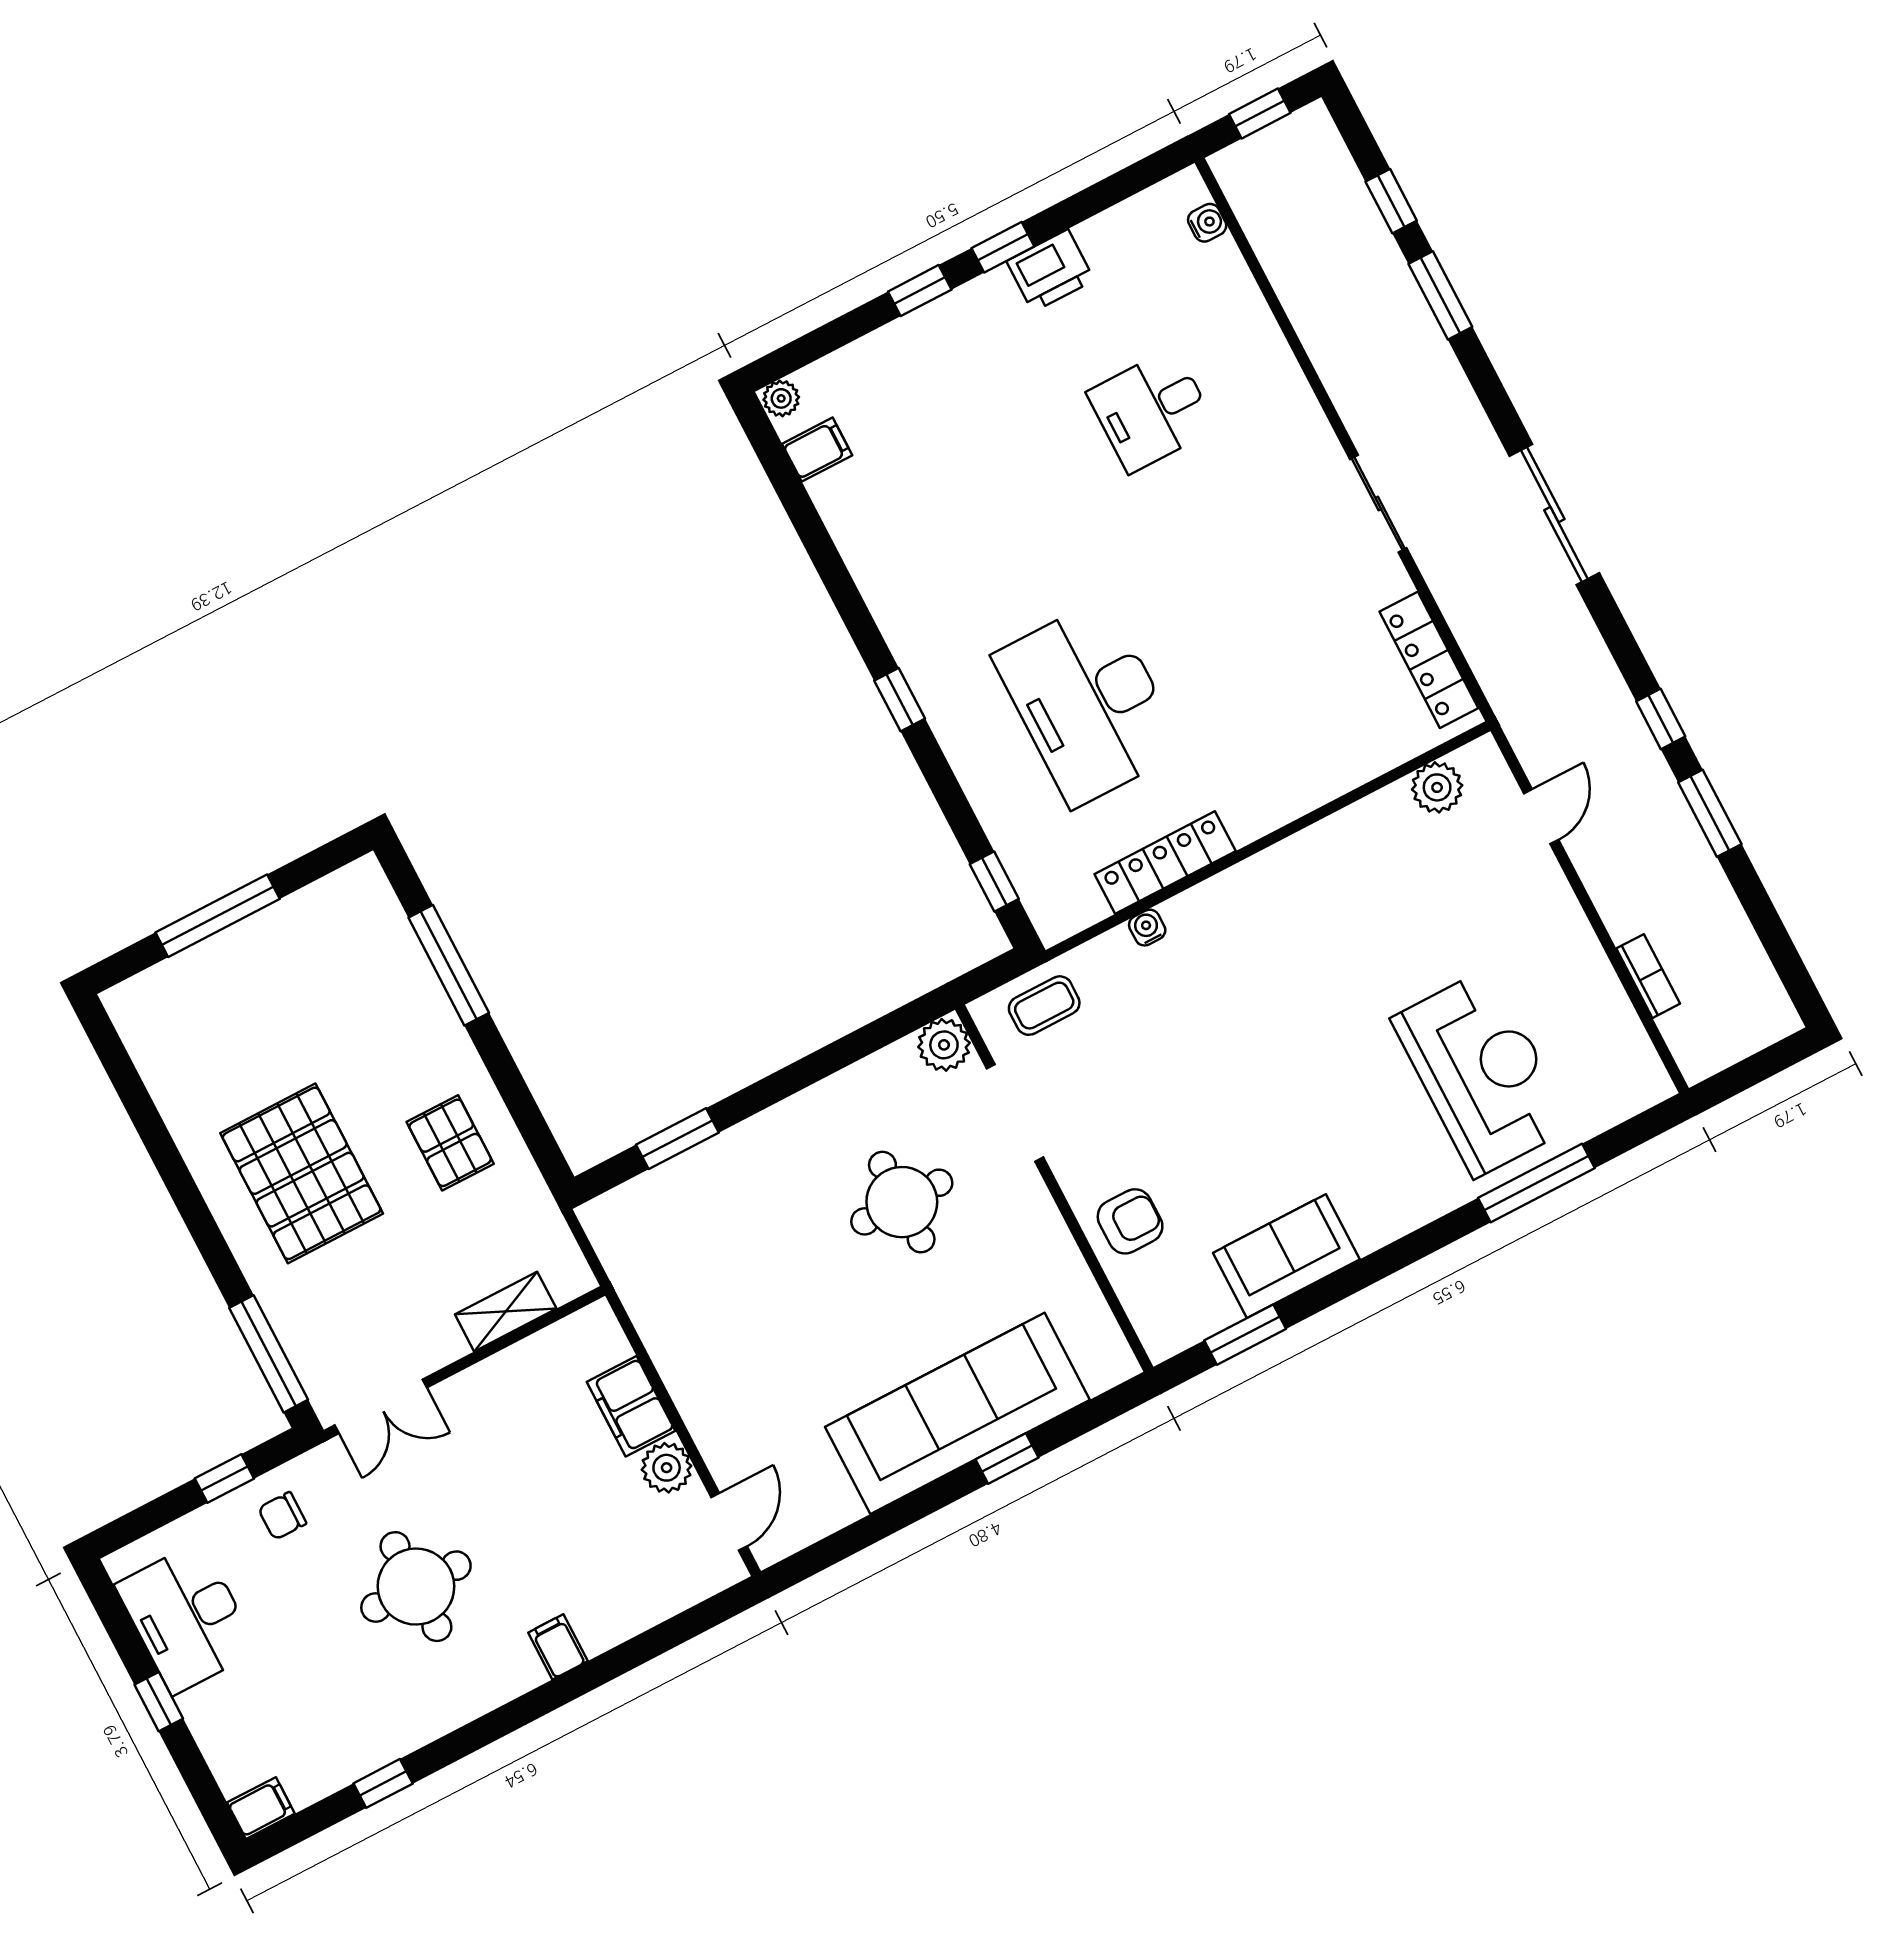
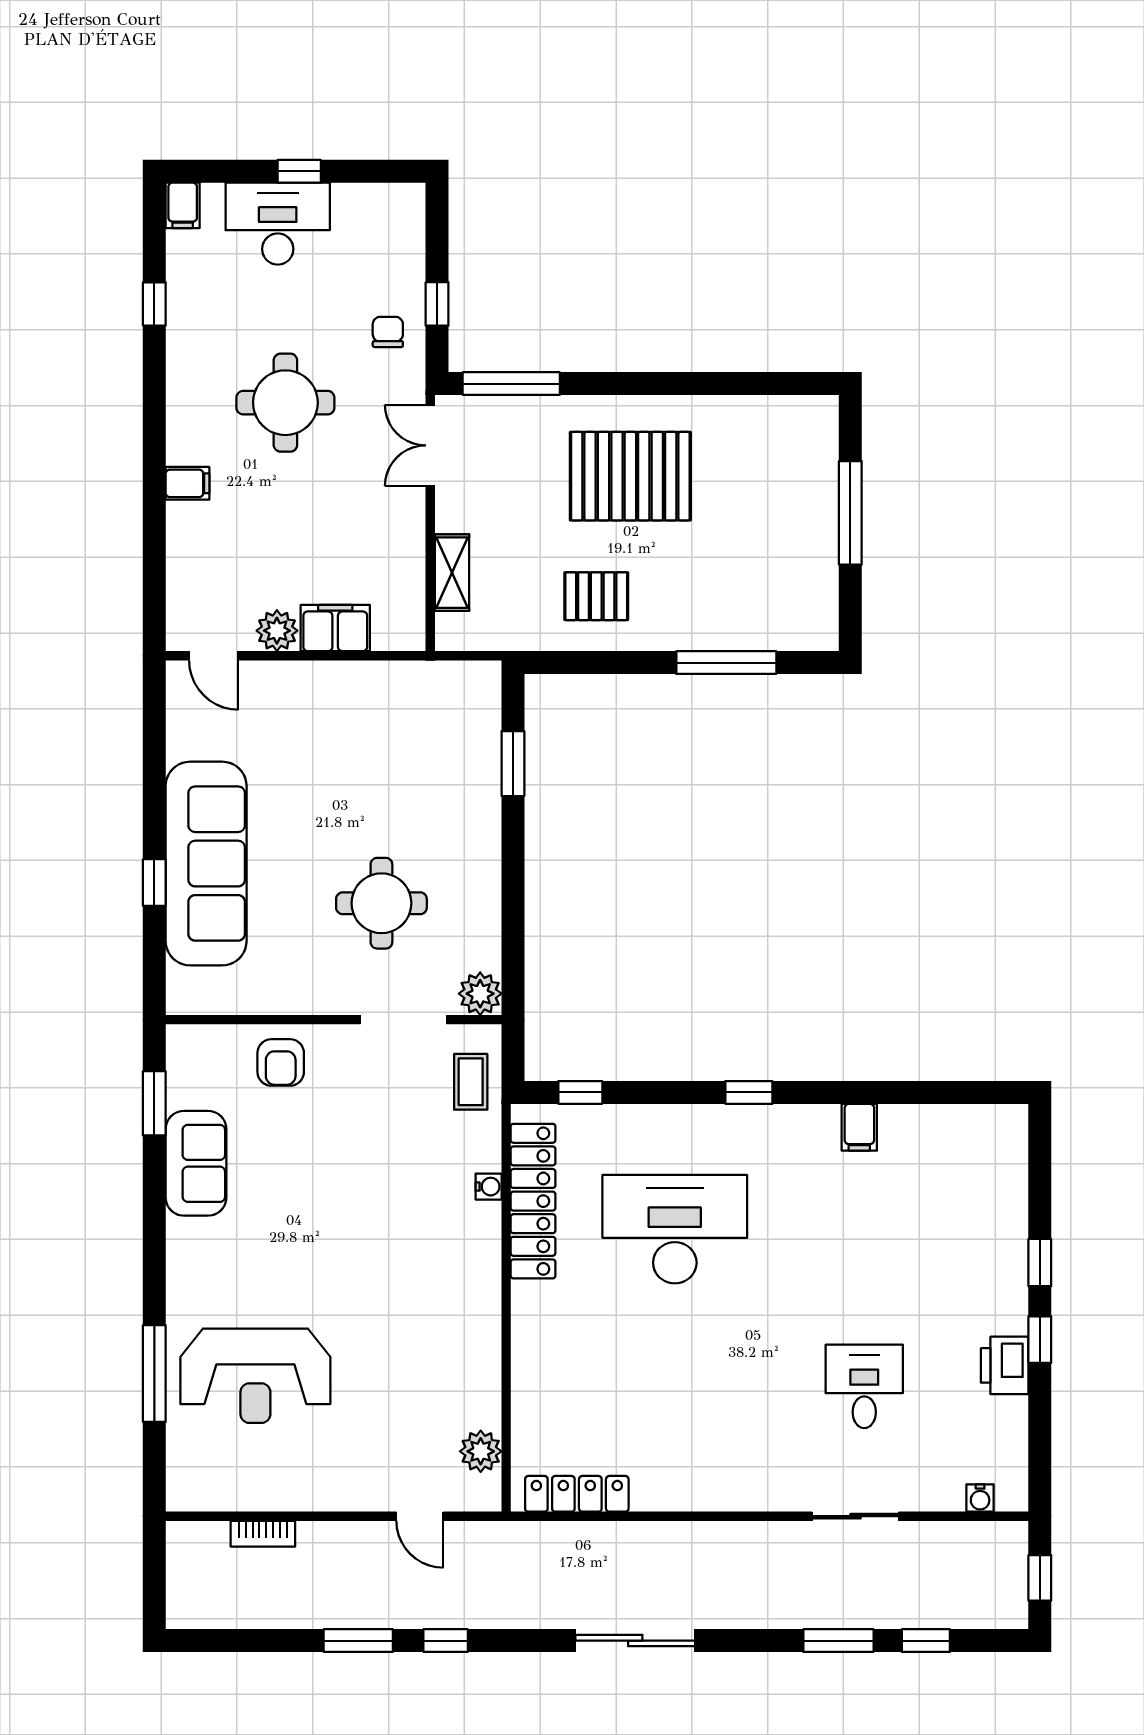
plant: (781, 398) -> (1014, 1120), removed
filing cabinet: (817, 450) -> (859, 1127), moved
sliding door: (1378, 504) -> (855, 1516), moved
locker: (1165, 863) -> (533, 1201), width x1.41, depth x1.21
desk: (187, 1618) -> (278, 224), moved

